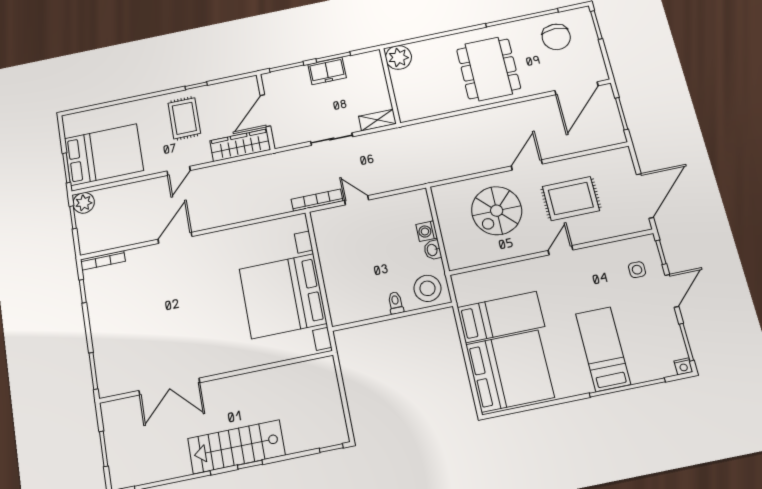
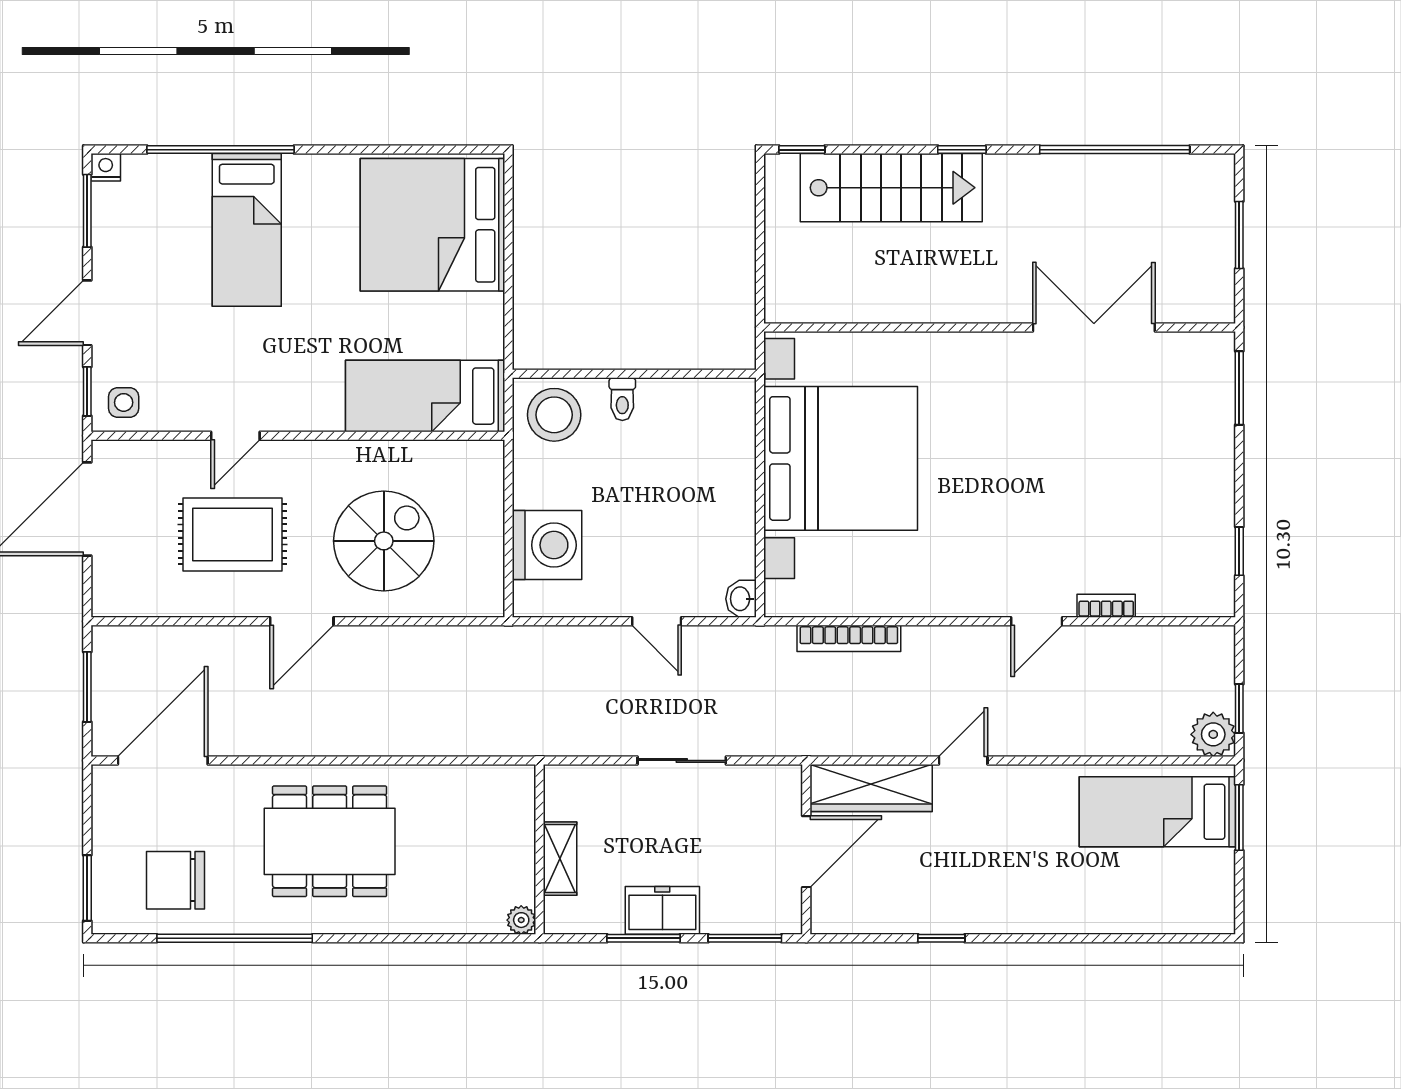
chair: (556, 37) -> (175, 880), turned -90
plant: (398, 57) -> (521, 920), width x0.53, depth x0.53
dining table: (489, 69) -> (330, 841), turned 90
rug: (184, 118) -> (977, 872), removed
shelving: (377, 120) -> (560, 859), moved, turned 90
bed: (104, 155) -> (1157, 812), width x0.67
door: (179, 171) -> (963, 760), moved
bookcase: (317, 200) -> (849, 638), moved
washing machine: (427, 231) -> (547, 545), width x1.89, depth x1.89
door: (175, 238) -> (1037, 621), width x0.73
washbasin: (433, 250) -> (741, 599), moved, turned 180
door: (561, 250) -> (235, 436), moved
bookcase: (103, 260) -> (1106, 606), moved, width x0.64
side table: (637, 270) -> (124, 402), moved
bed: (501, 317) -> (425, 396), moved
stairs: (236, 447) -> (891, 188), moved

